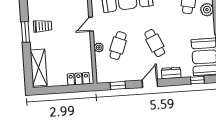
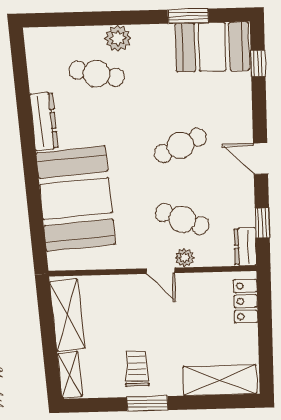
door: (91, 24) -> (160, 271), moved
dresser: (171, 73) -> (245, 247), moved

